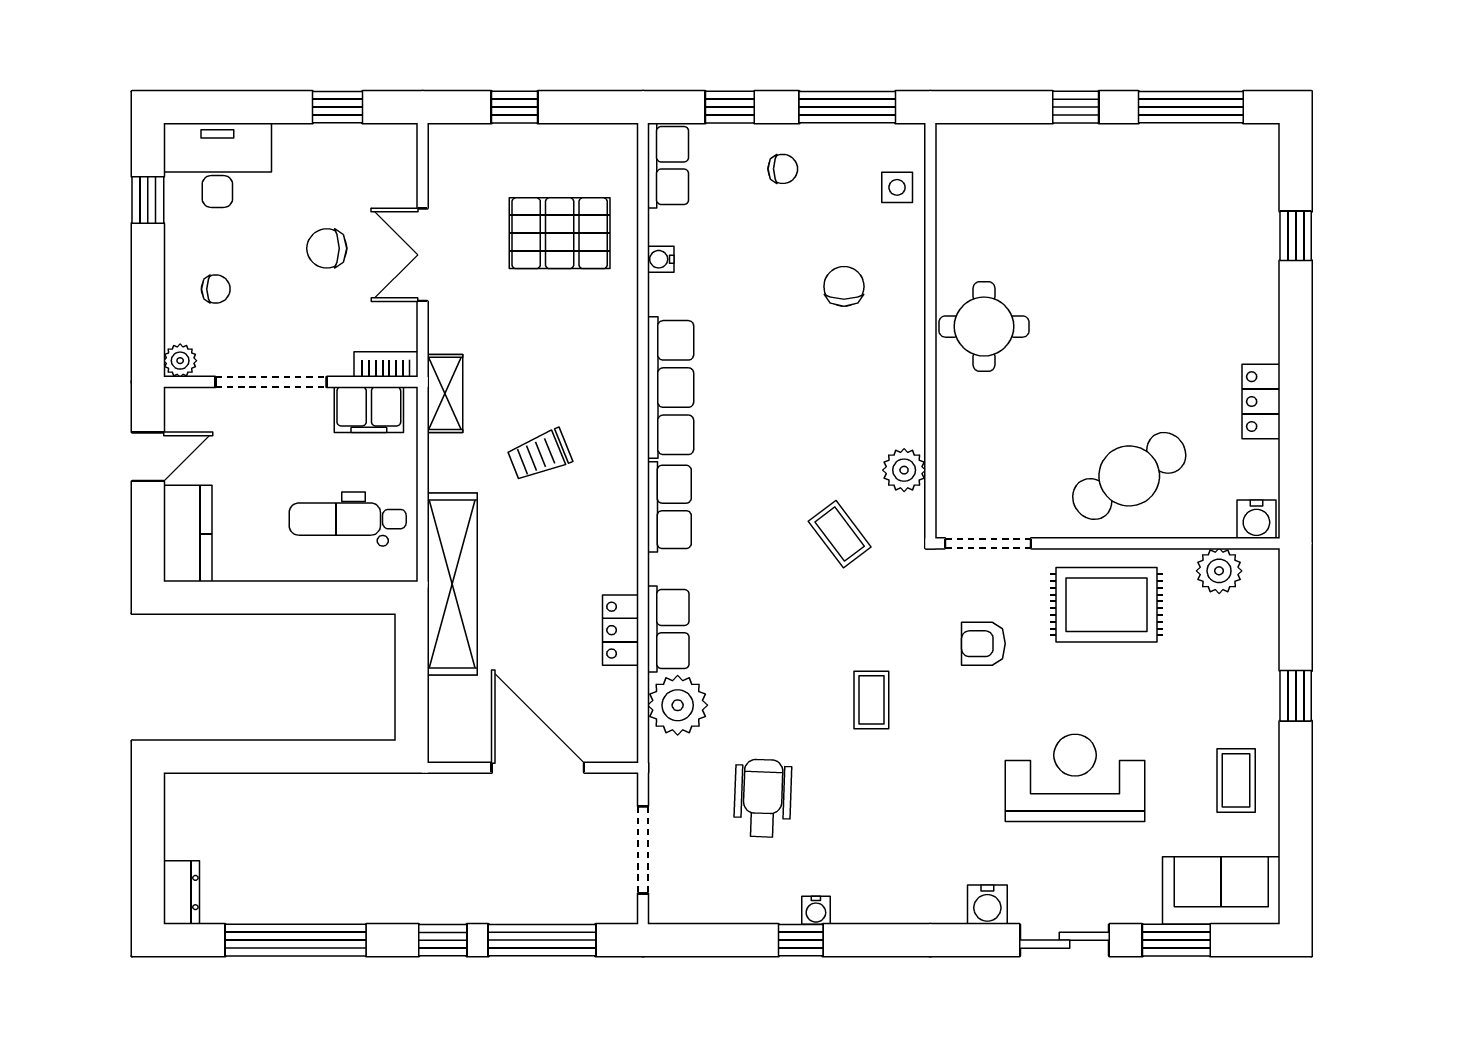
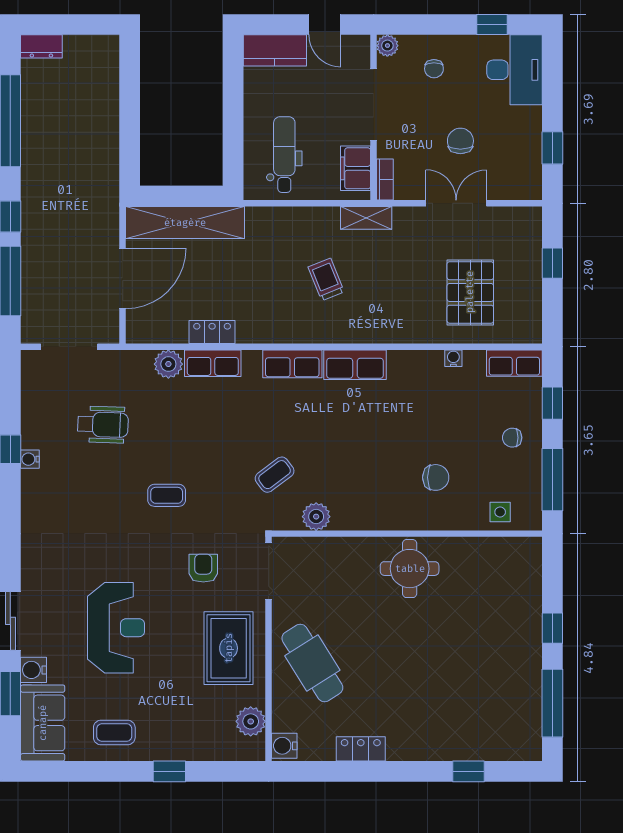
chair: (783, 169) -> (512, 438), turned 90
row of seats: (671, 388) -> (355, 365), width x0.68
shelving: (452, 584) -> (185, 223), moved
plant: (678, 705) -> (168, 364), width x0.73, depth x0.73
water cooler: (987, 905) -> (33, 670), moved

